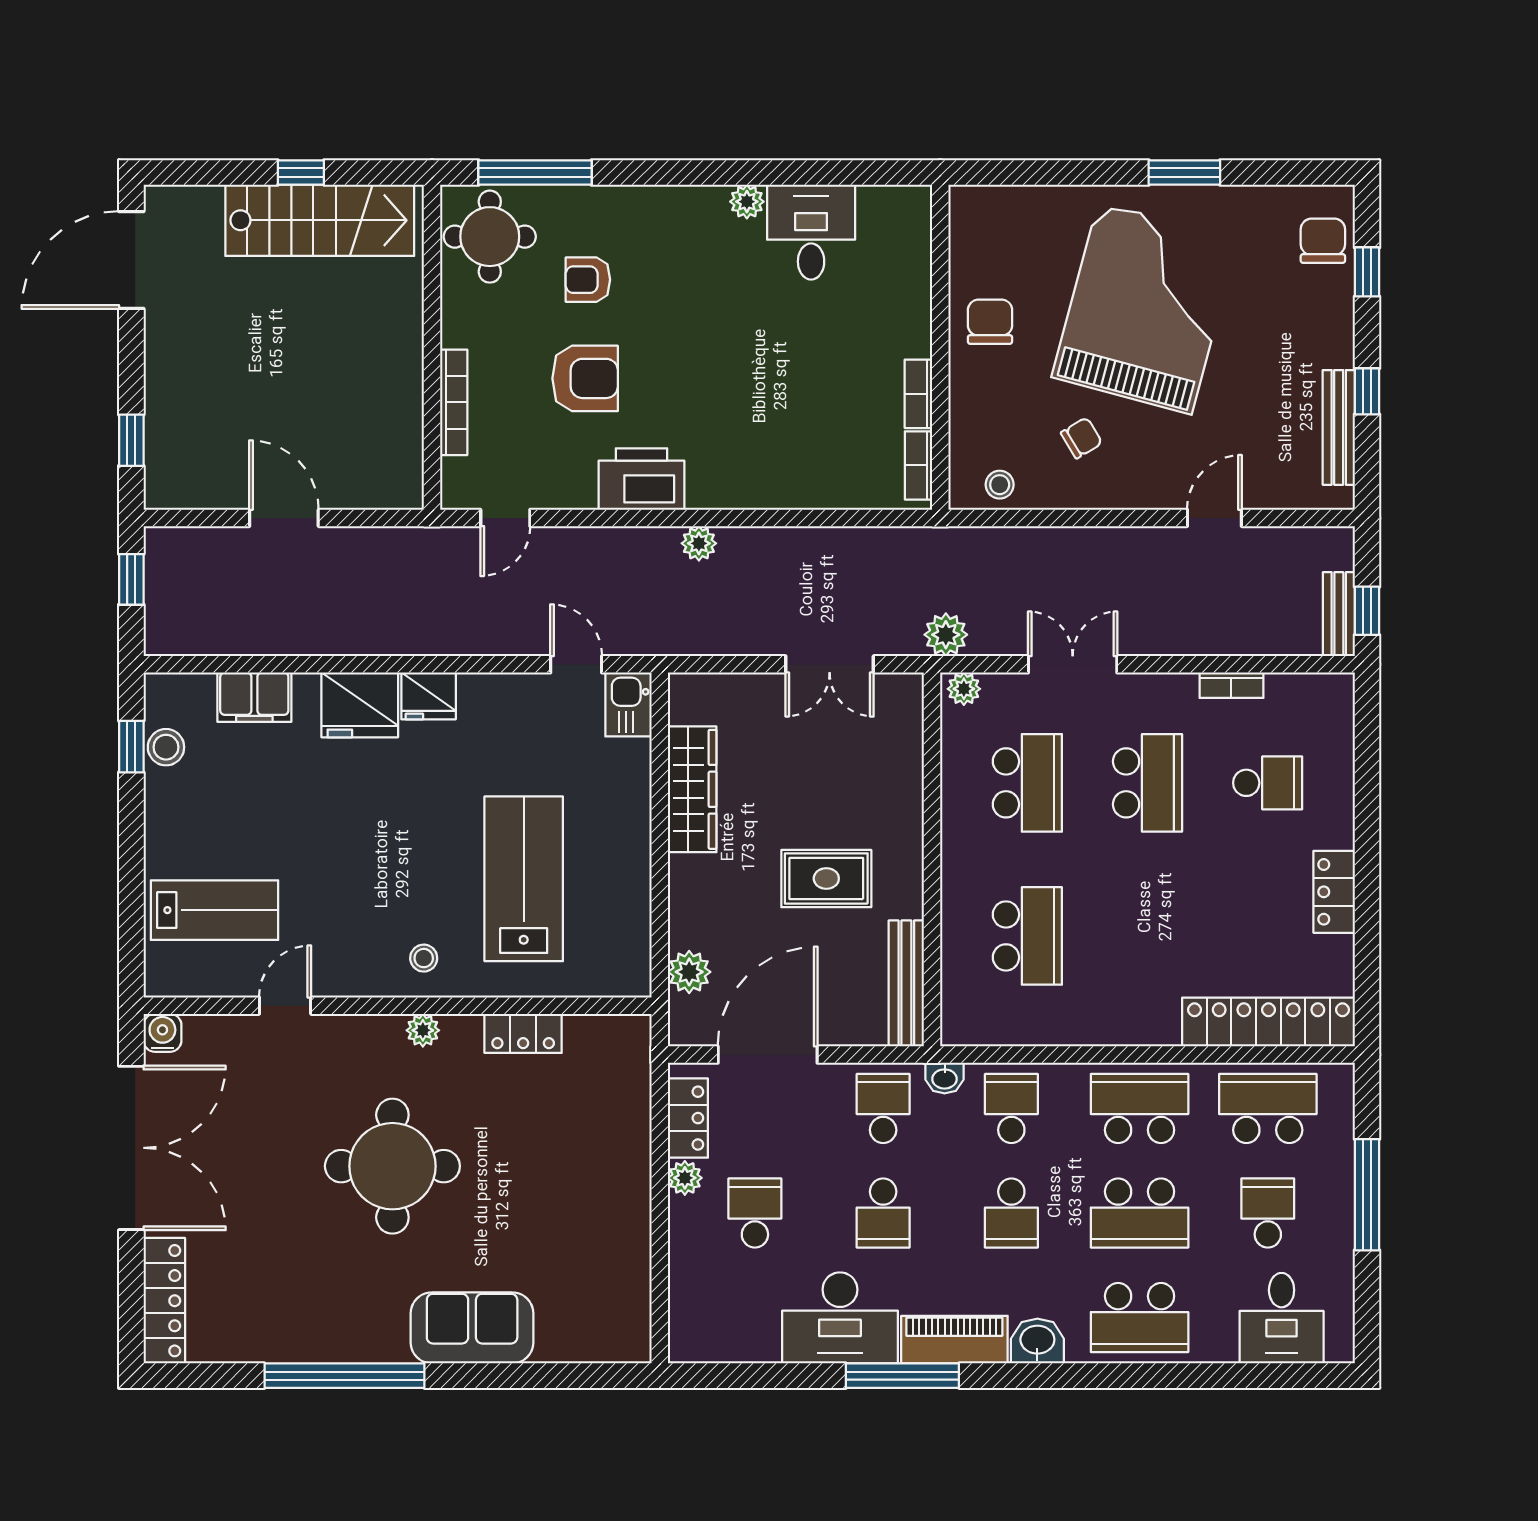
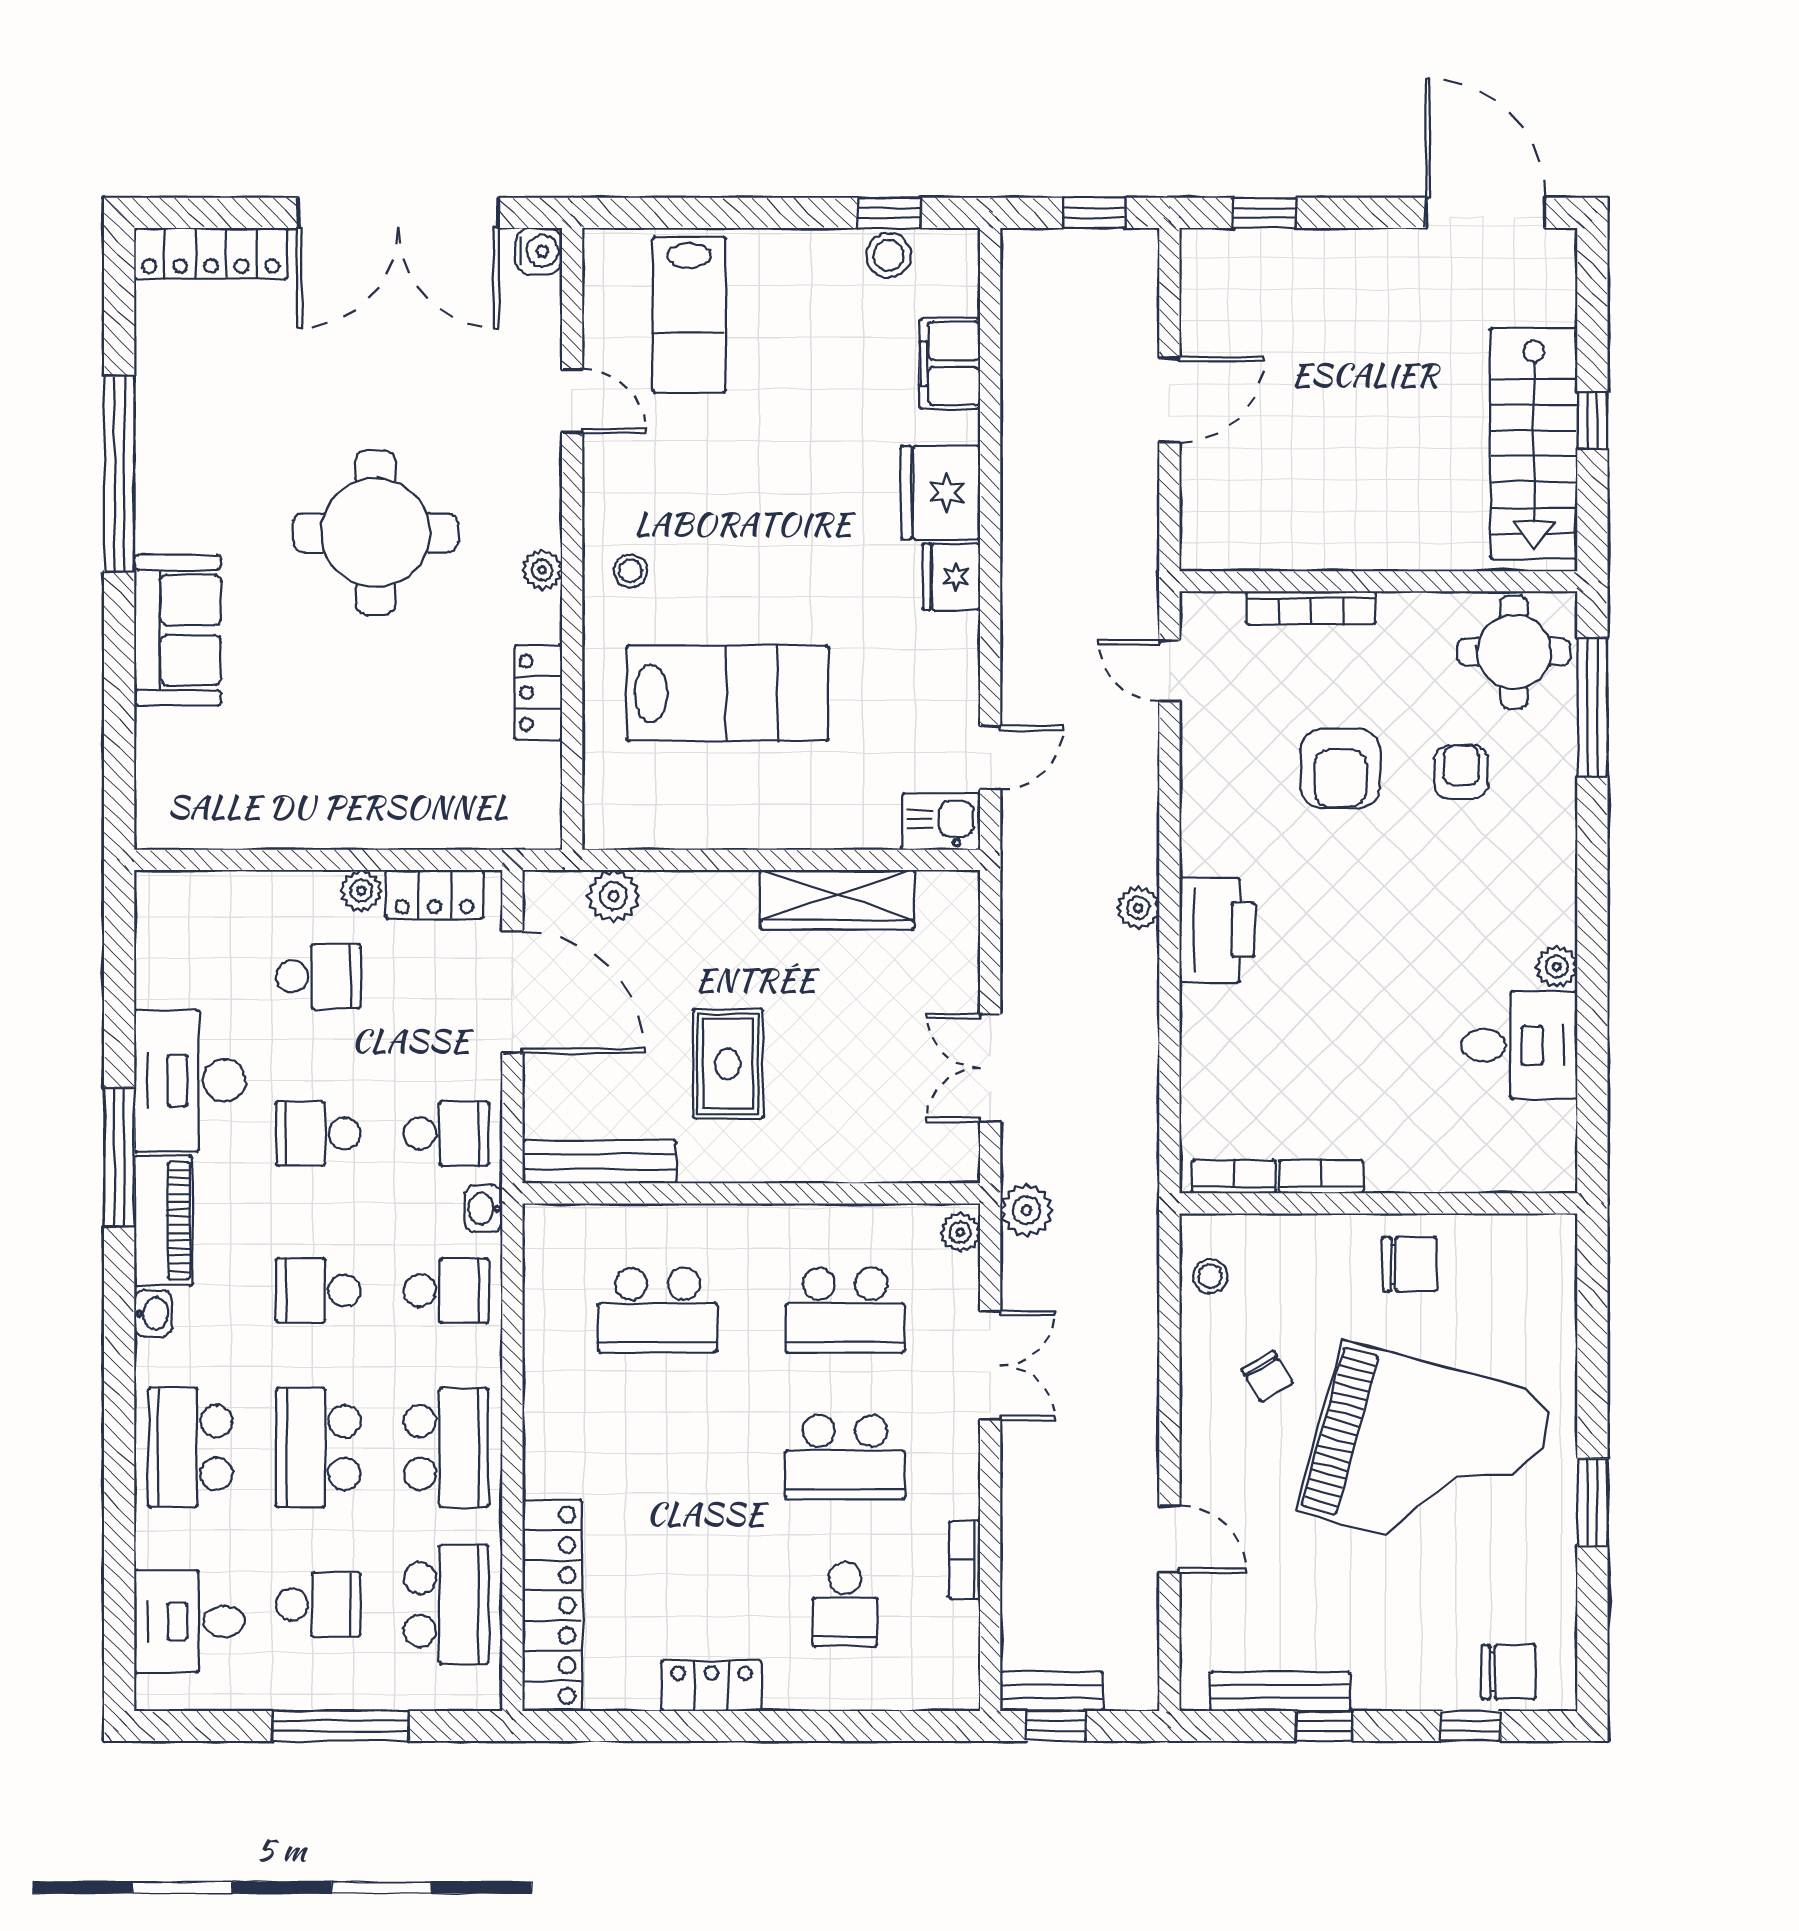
printer: (641, 479) -> (1217, 930), moved
washbasin: (1037, 1341) -> (153, 1313), width x0.72, depth x0.69

